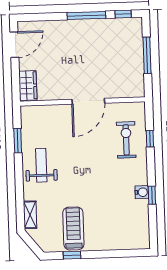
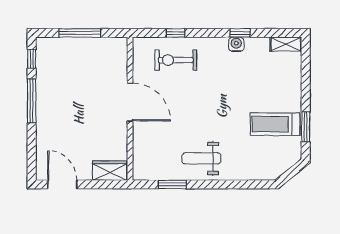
shelving: (30, 215) -> (286, 44), moved
window: (72, 255) -> (306, 127), width x1.50

